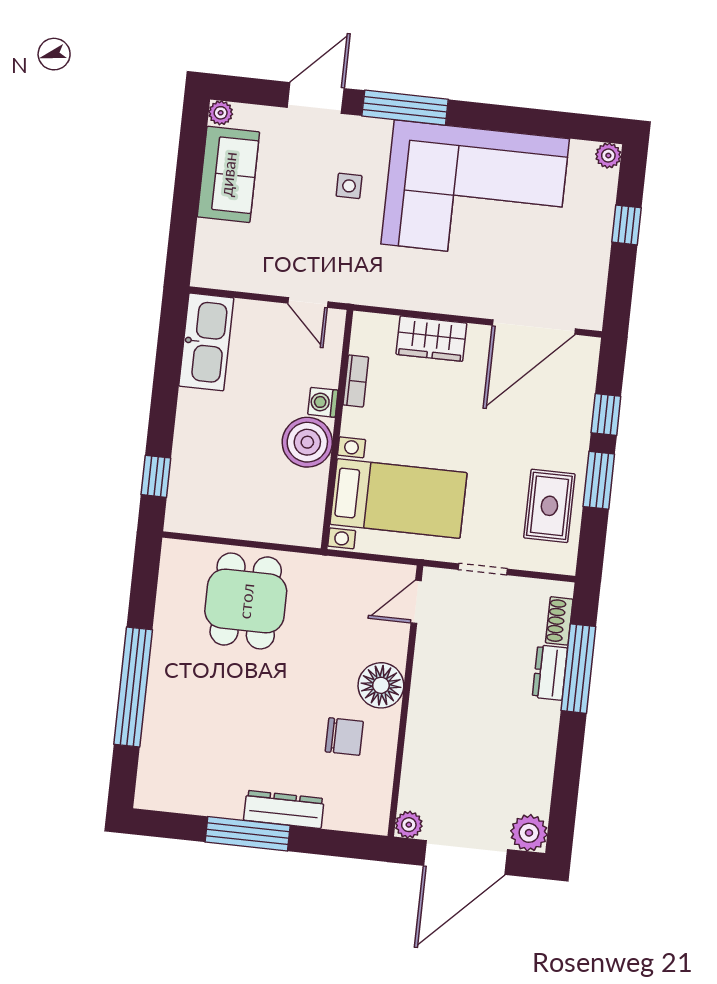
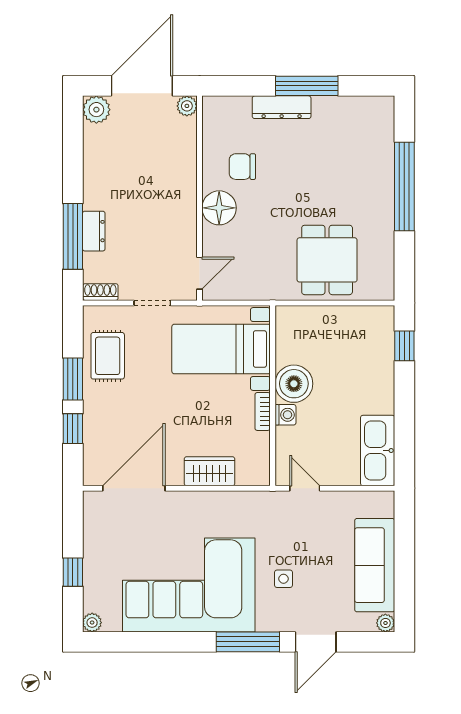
sofa: (228, 174) -> (375, 565), width x1.36
bookcase: (356, 381) -> (263, 411), moved
shoe rack: (559, 621) -> (100, 292), moved, turned -90

